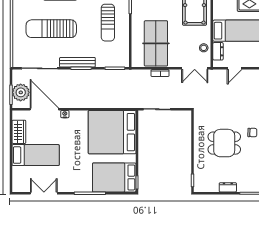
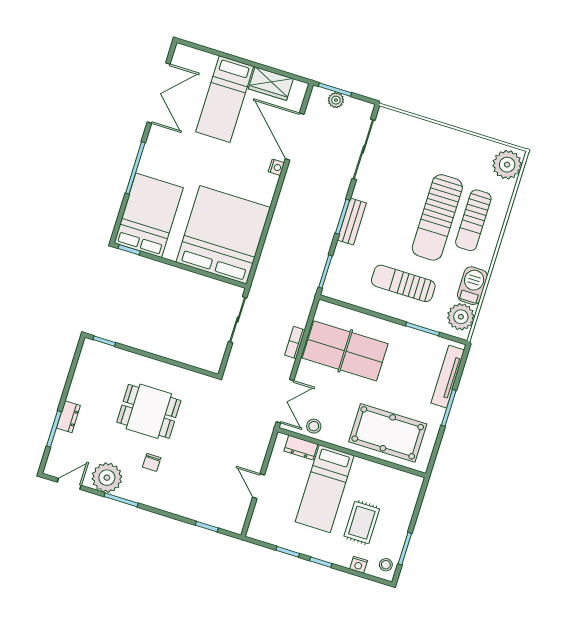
sun lounger: (51, 29) -> (437, 217), moved, turned 180
bench: (77, 62) -> (352, 222), width x0.73
double door: (195, 68) -> (285, 401), swing flipped
door: (235, 68) -> (259, 486), moved
plant: (21, 92) -> (336, 100), width x0.53, depth x0.53
door: (44, 109) -> (295, 137), swing flipped
dining table: (224, 143) -> (149, 411), turned 90
dresser: (228, 187) -> (68, 417), moved
double door: (44, 193) -> (159, 93), width x1.37

